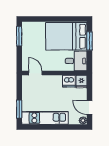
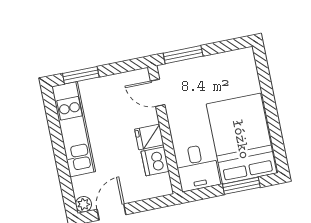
window: (19, 36) -> (183, 55), moved
door: (35, 73) -> (158, 93), swing flipped
fridge: (81, 82) -> (149, 137), moved

